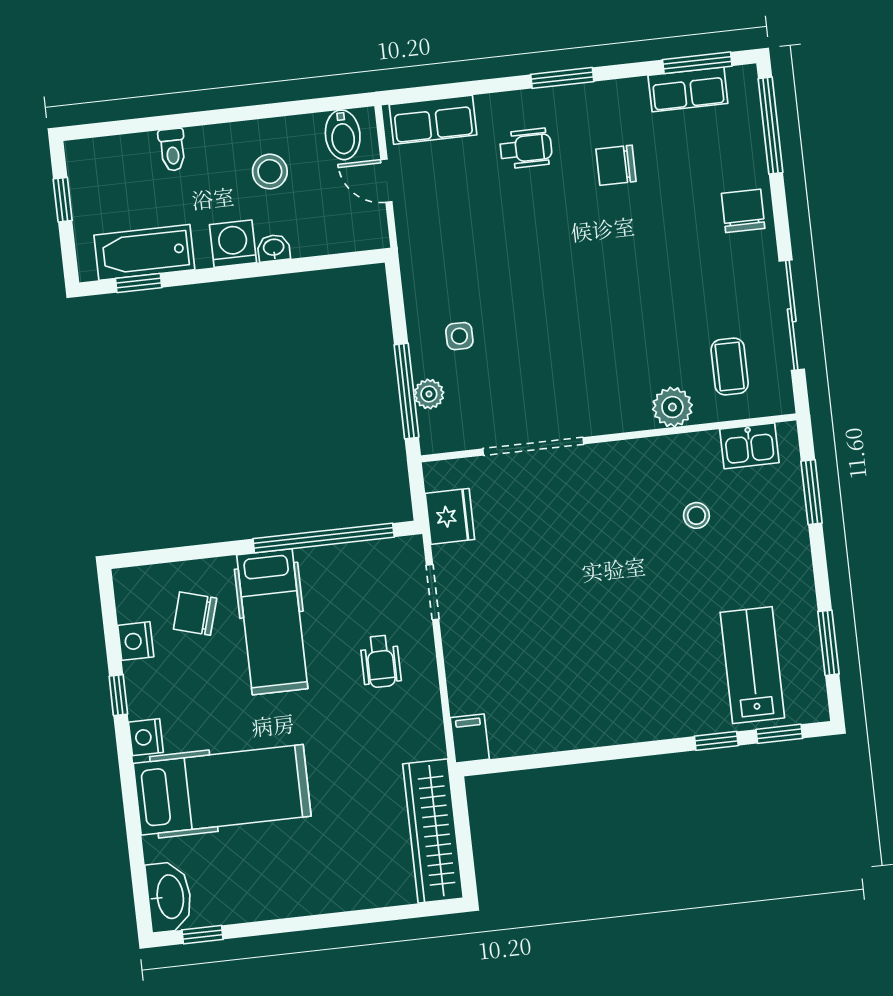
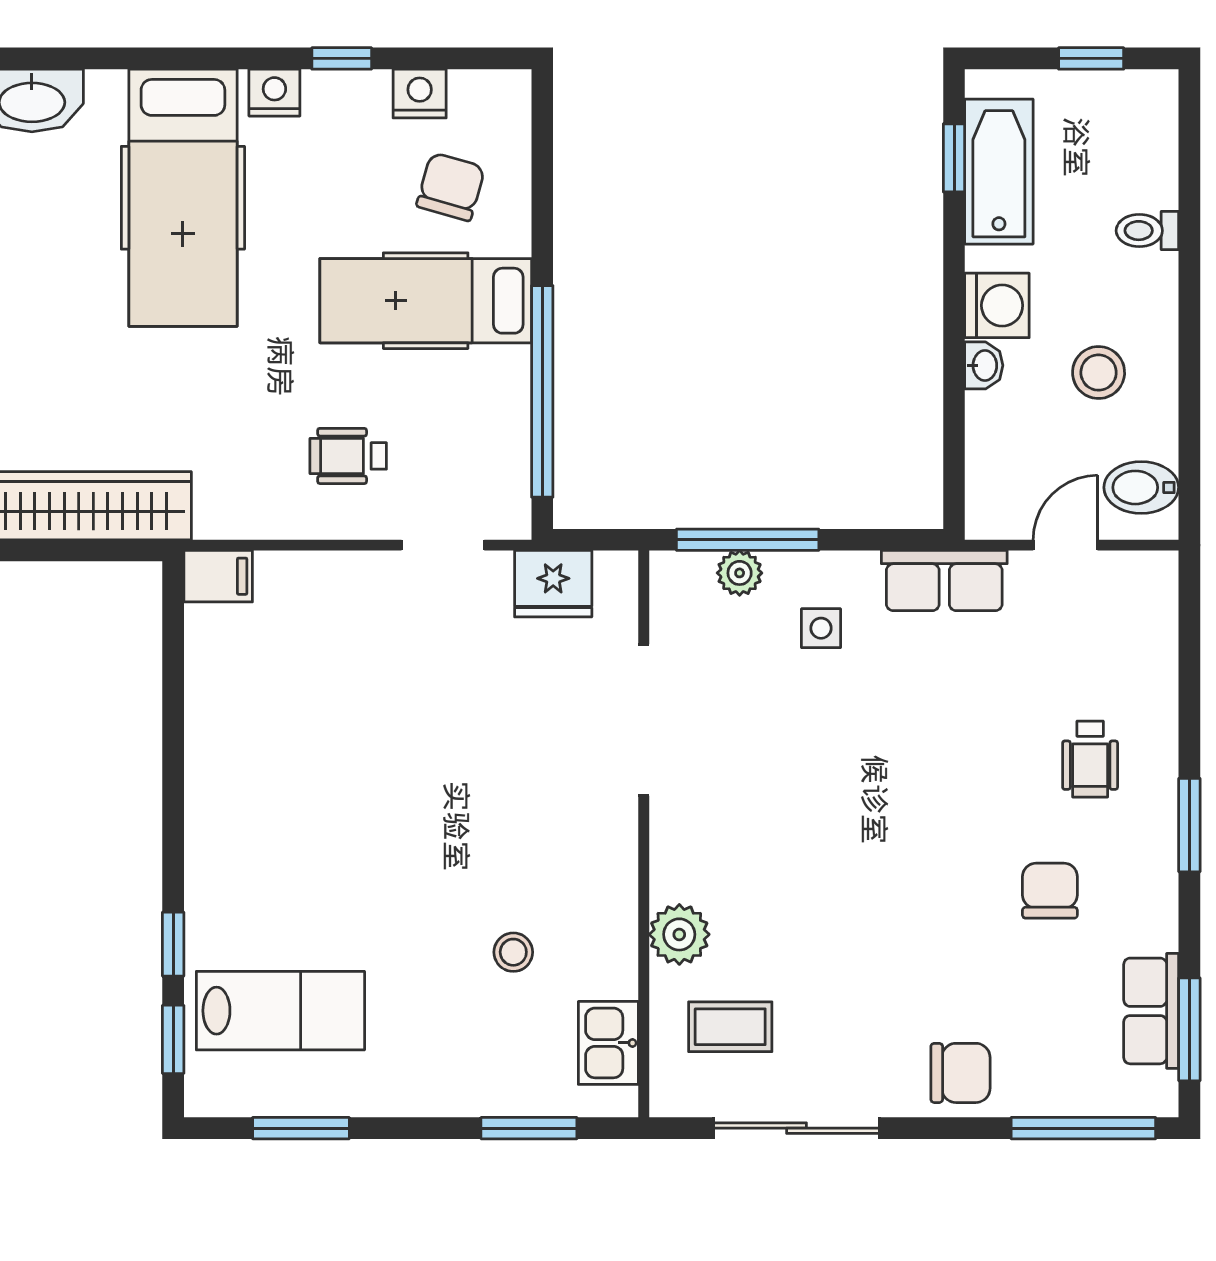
row of seats: (433, 120) -> (944, 581), moved, turned -90

